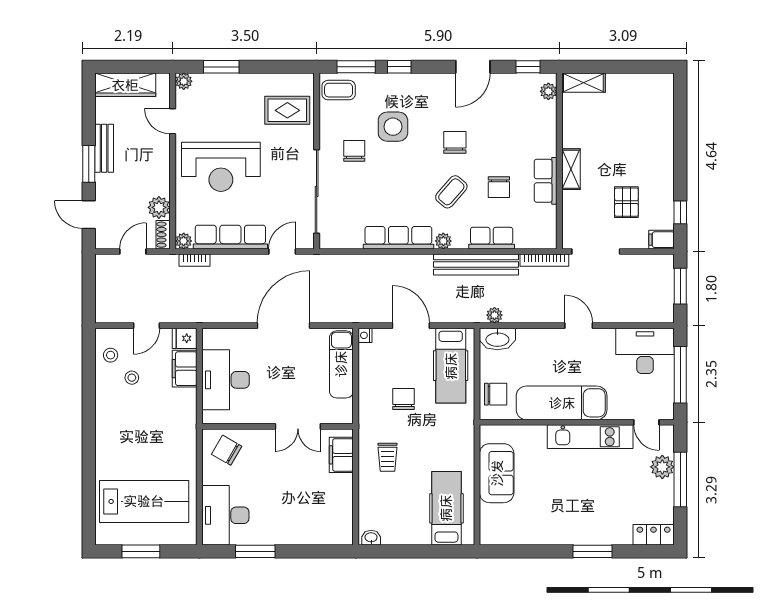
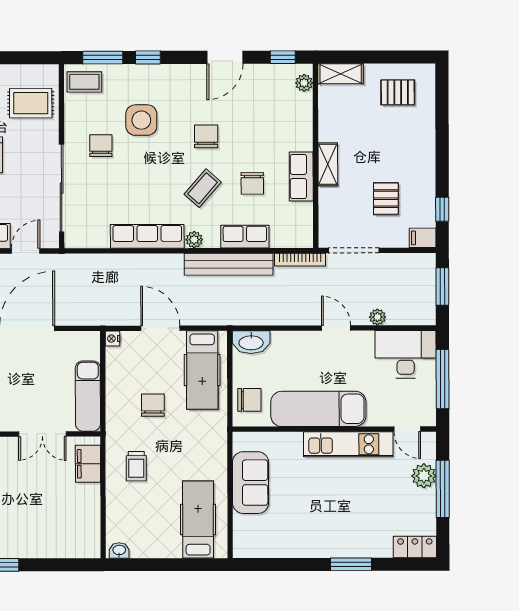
pallet: (638, 101) -> (398, 92), added
plant: (494, 315) -> (377, 317), moved
exam couch: (341, 364) -> (88, 396), moved

